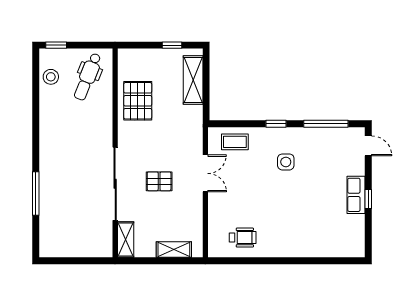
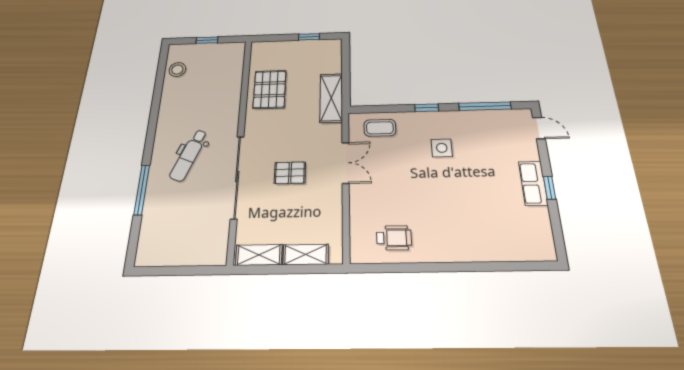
window: (56, 45) -> (207, 40), moved
dental chair: (88, 77) -> (189, 155), moved
shelving: (193, 80) -> (331, 98), moved
shelving: (126, 240) -> (259, 255), moved, turned 90

